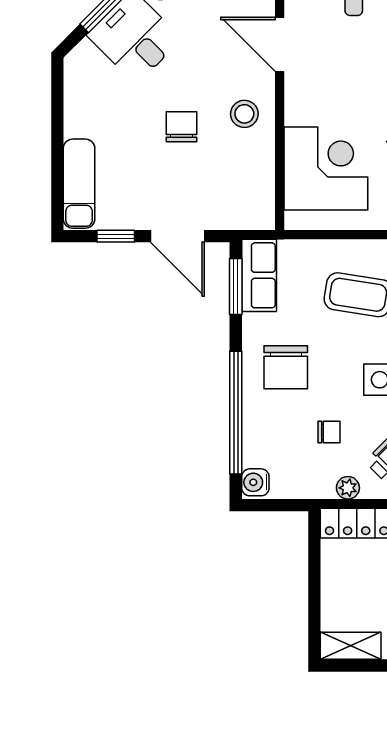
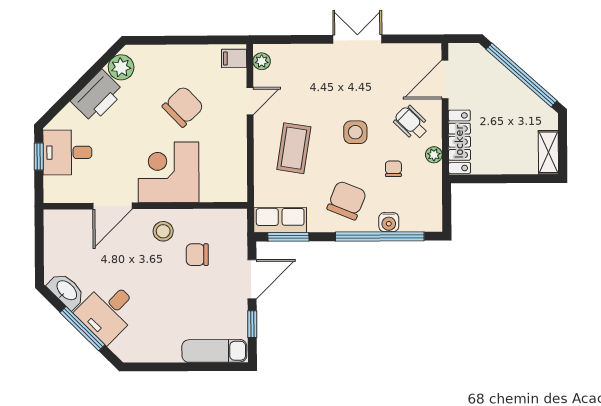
chair: (181, 127) -> (197, 255), moved
corner desk: (326, 168) -> (168, 172), moved
chair: (286, 367) -> (347, 200), turned -68
water cooler: (255, 482) -> (389, 222), moved

